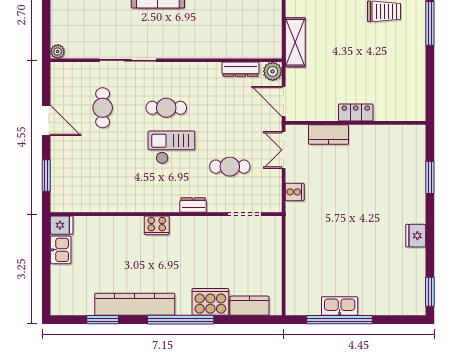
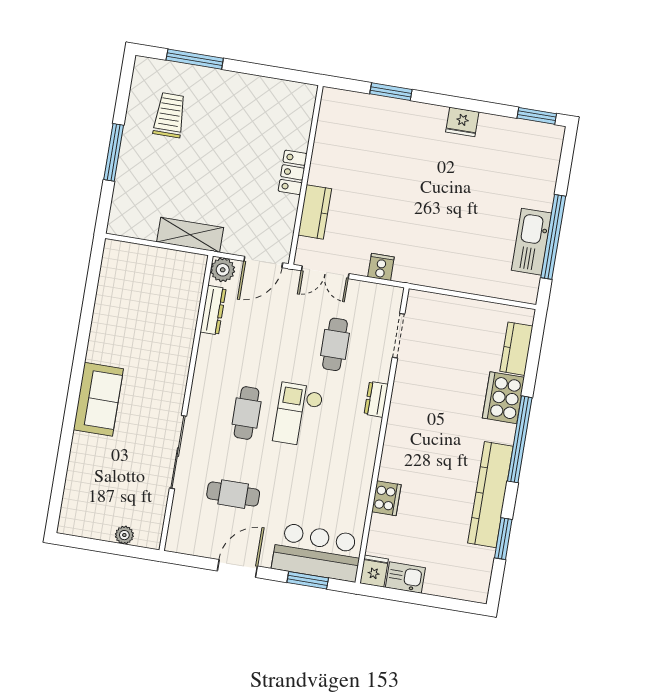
plant: (58, 52) -> (124, 535), moved
bar counter: (69, 179) -> (317, 552), added
cooker: (157, 225) -> (386, 498), moved
kitchen sink: (340, 306) -> (532, 242), width x1.36, depth x1.24

